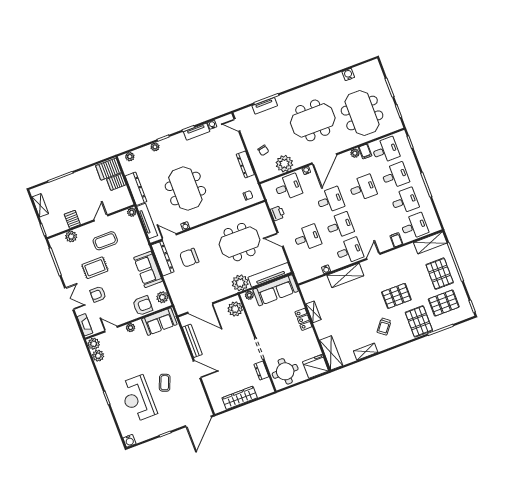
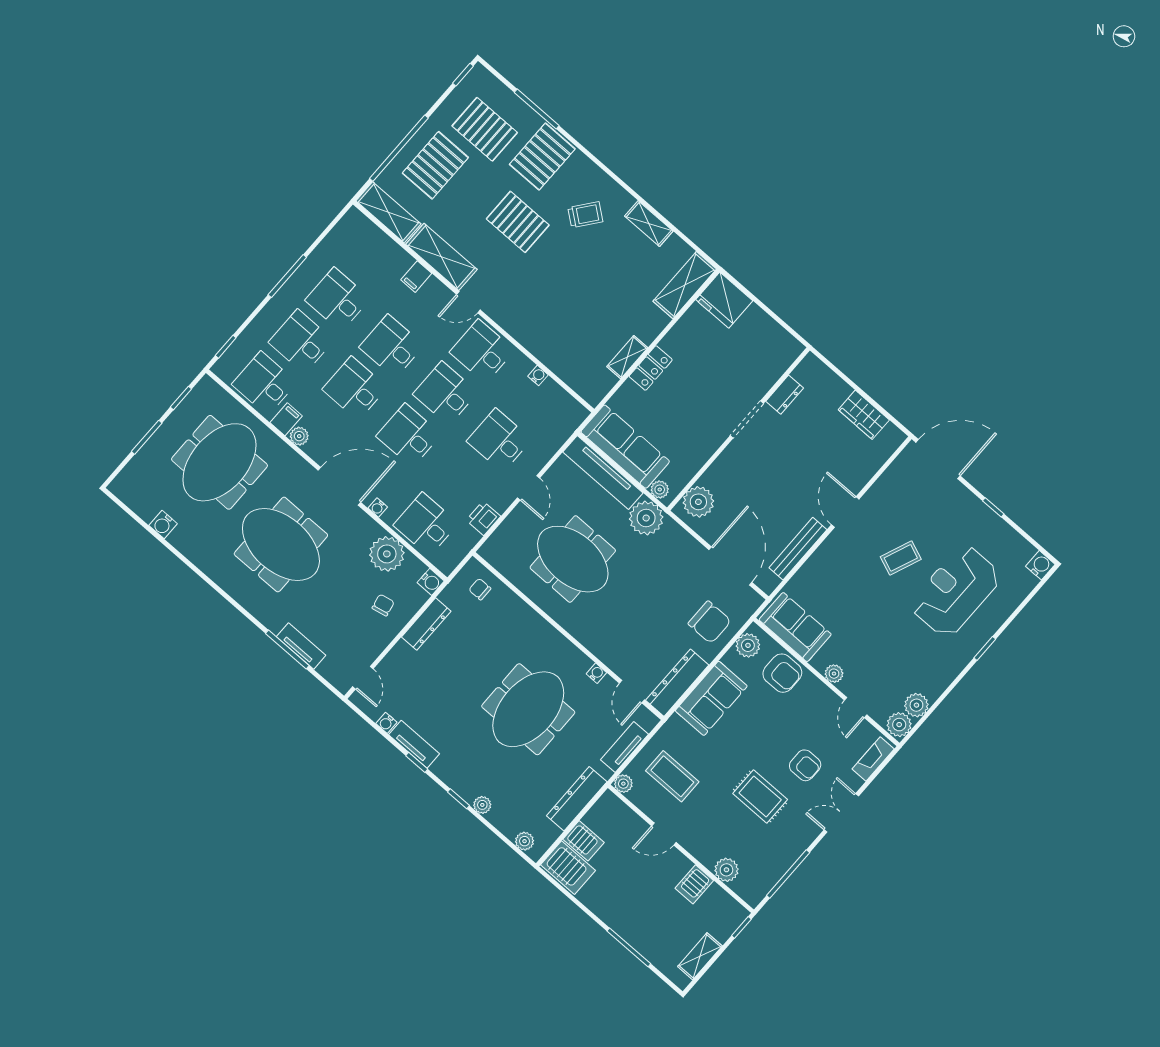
water cooler: (262, 176) -> (431, 582), added
tv unit: (147, 221) -> (624, 747), width x0.71
desk: (414, 226) -> (392, 346), moved
coffee table: (105, 241) -> (672, 776), moved
chair: (189, 258) -> (710, 622), moved
shelving: (345, 275) -> (441, 257), moved
armchair: (143, 306) -> (782, 673), turned 180
round table: (285, 371) -> (763, 351), removed
wardrobe: (240, 398) -> (864, 415), width x0.67
reception desk: (138, 399) -> (956, 591), turned 180

